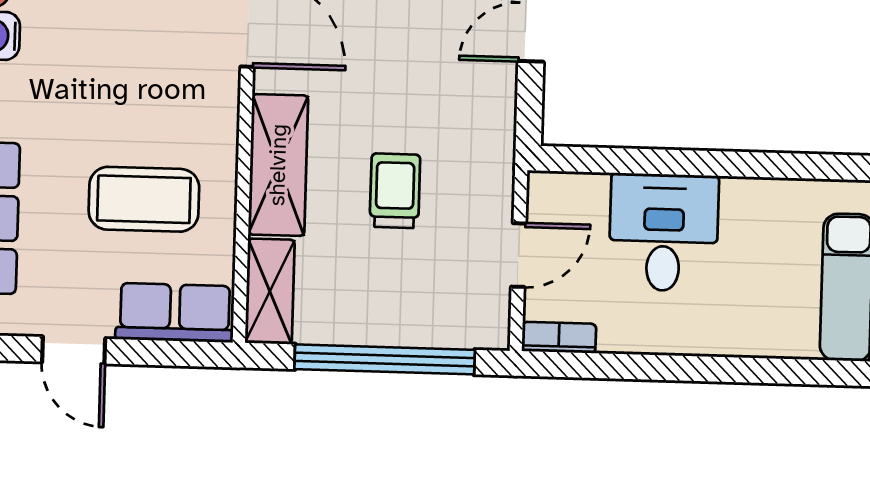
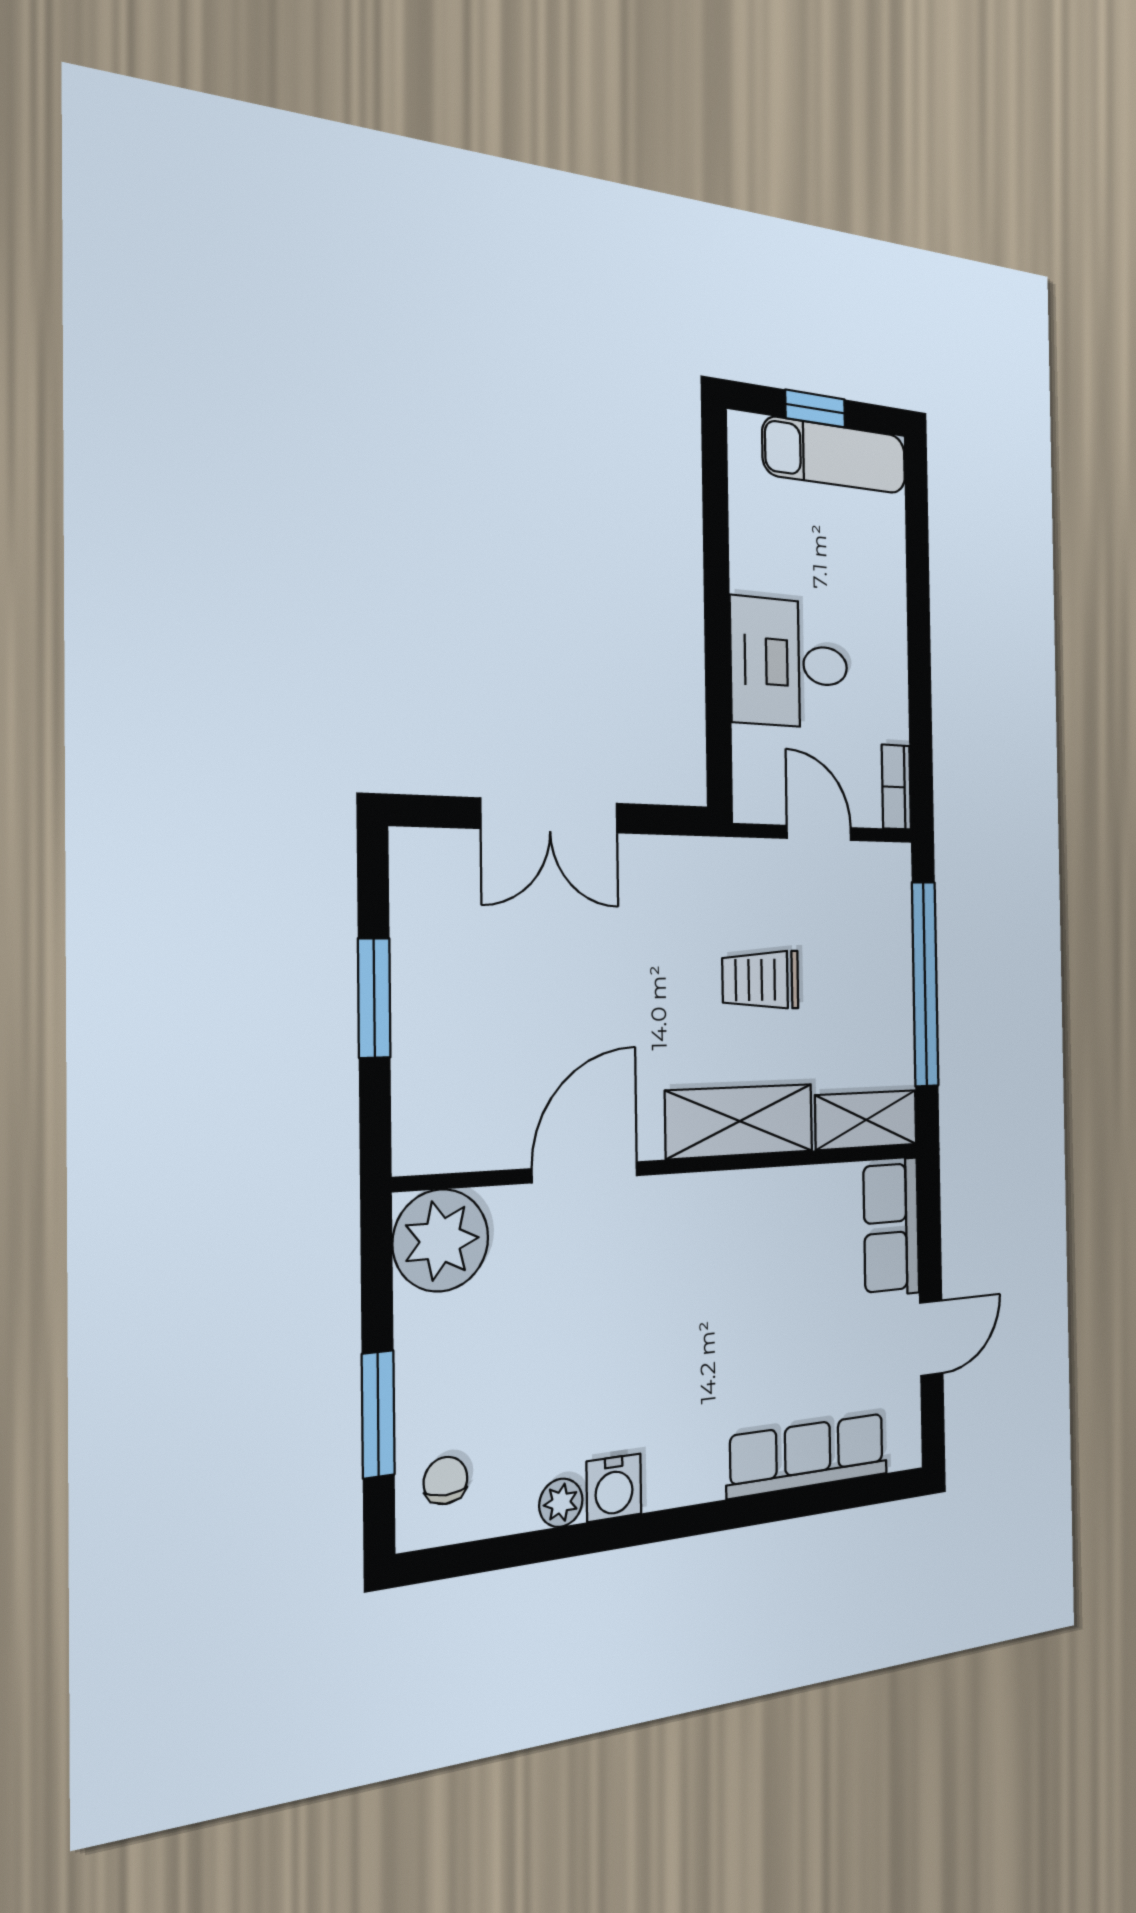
coffee table: (144, 199) -> (782, 1278), removed

